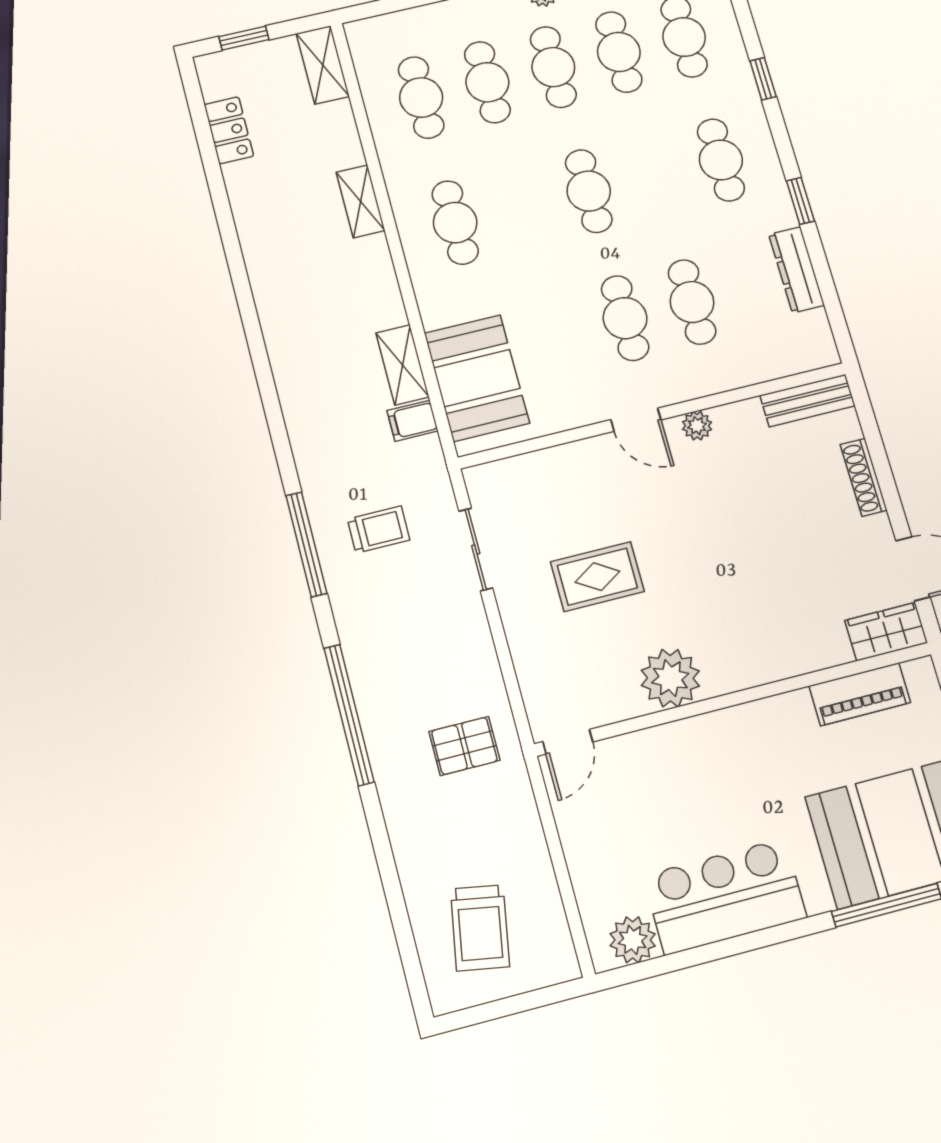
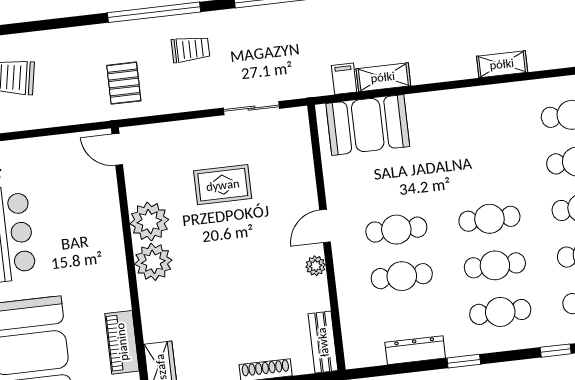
cafe table: (455, 223) -> (495, 265), moved
trolley: (379, 530) -> (190, 49), moved, turned -90
rug: (597, 577) -> (223, 185), turned 90
plant: (731, 664) -> (153, 262), added

